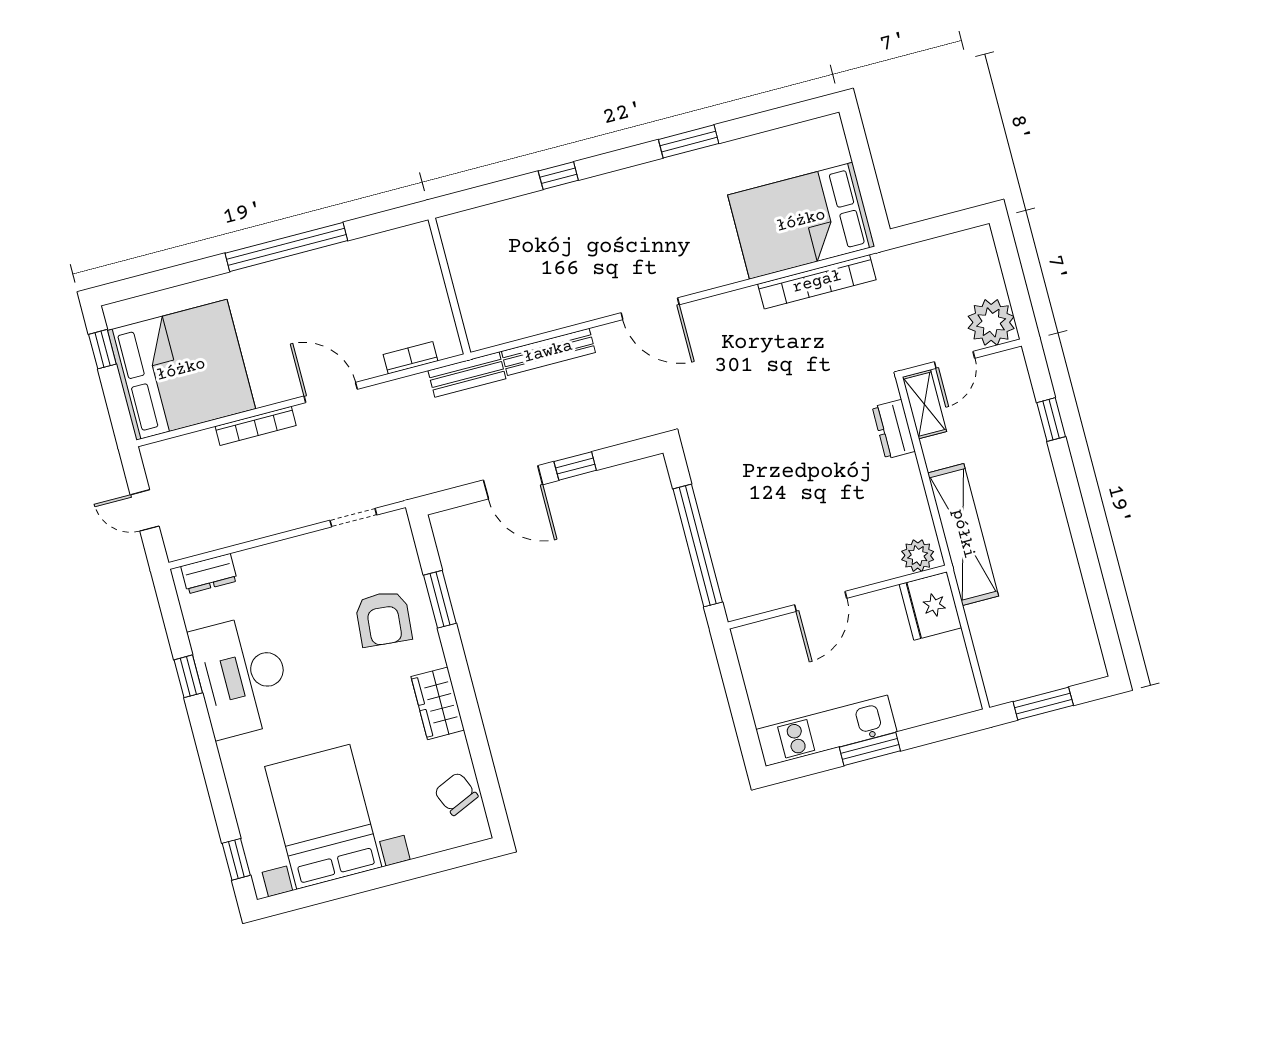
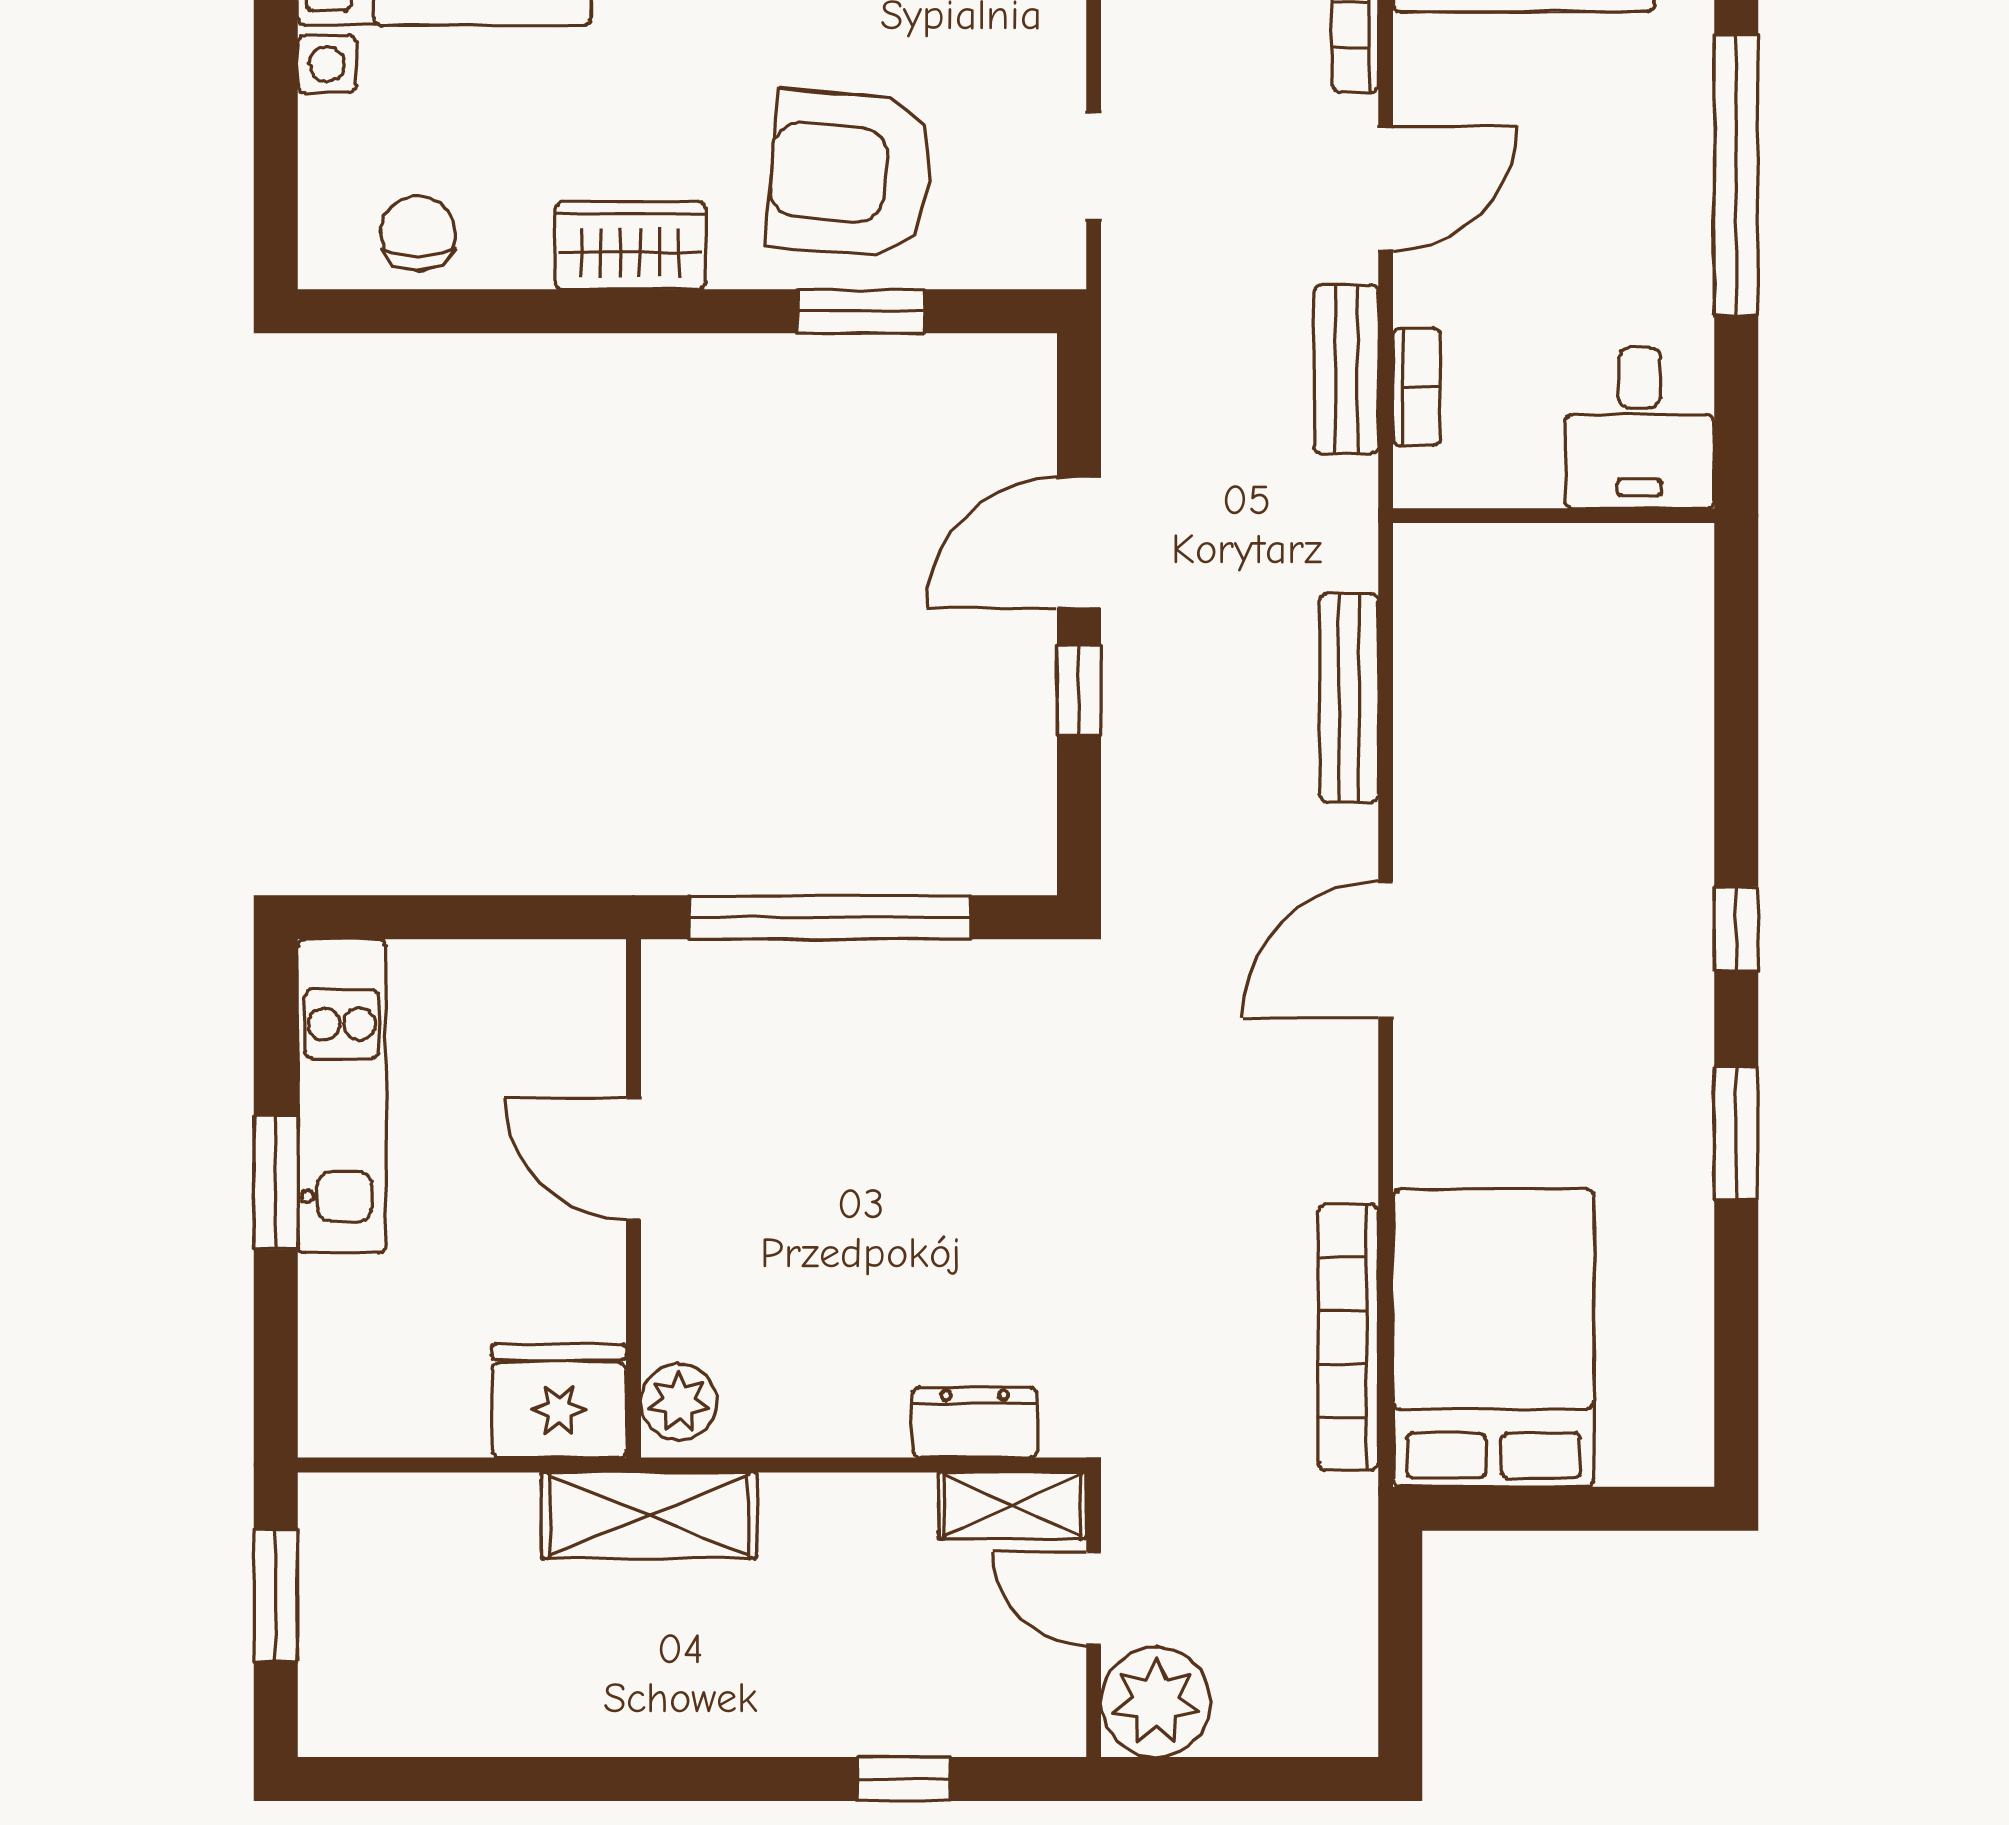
window: (558, 176) -> (1736, 929), moved
desk: (403, 260) -> (1639, 428), added
bench: (467, 375) -> (1346, 369), moved
shelving: (963, 534) -> (649, 1515), width x0.68
armchair: (383, 619) -> (851, 174), width x1.36, depth x1.36
chair: (456, 794) -> (418, 233), turned -66

